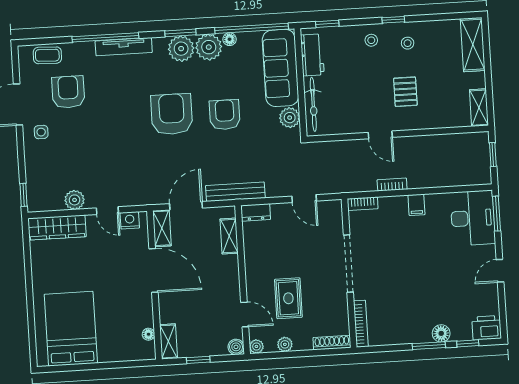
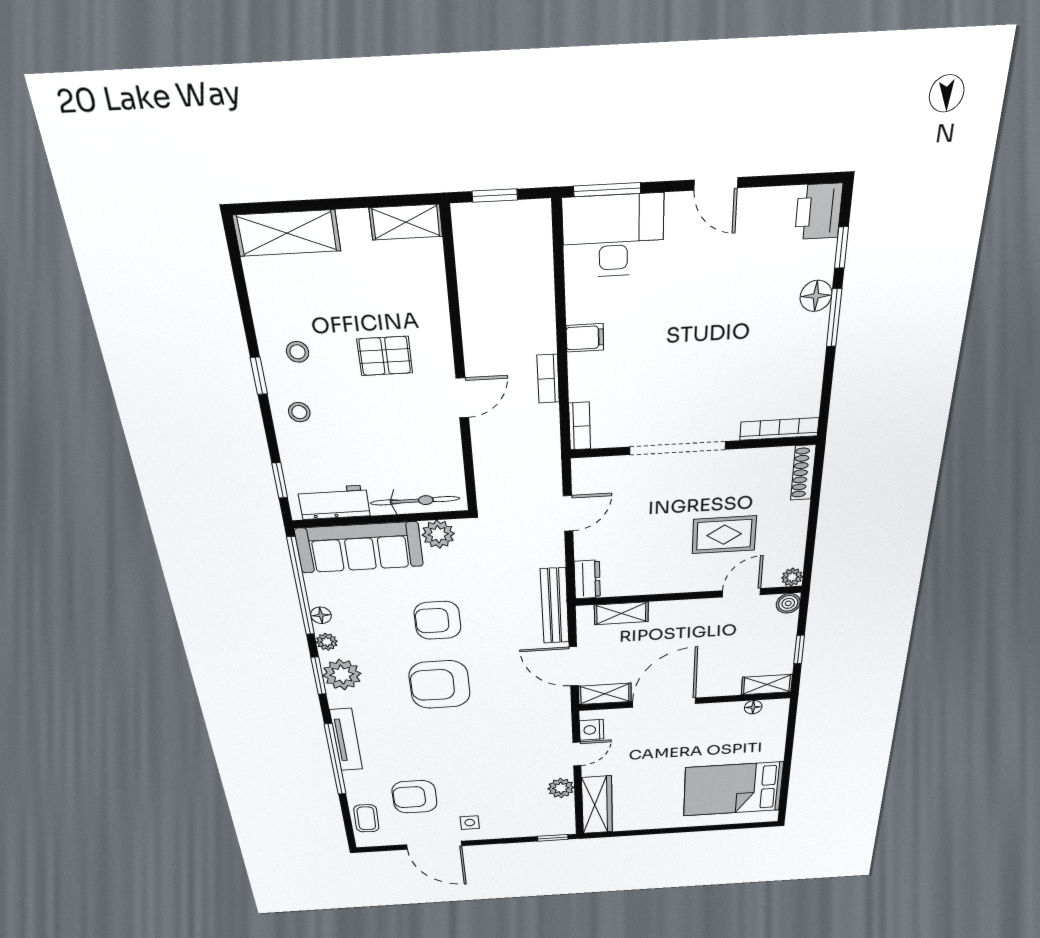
plant: (209, 47) -> (327, 642), width x0.53, depth x0.53
plant: (285, 344) -> (795, 539), removed

